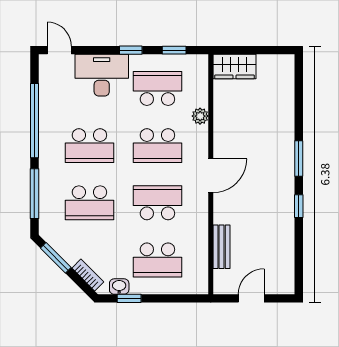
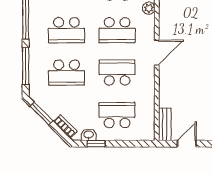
bench: (222, 247) -> (165, 124), moved
school desk: (157, 260) -> (117, 115), turned 180

